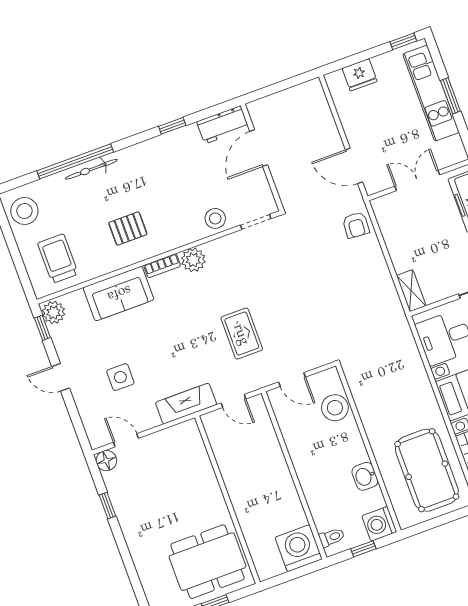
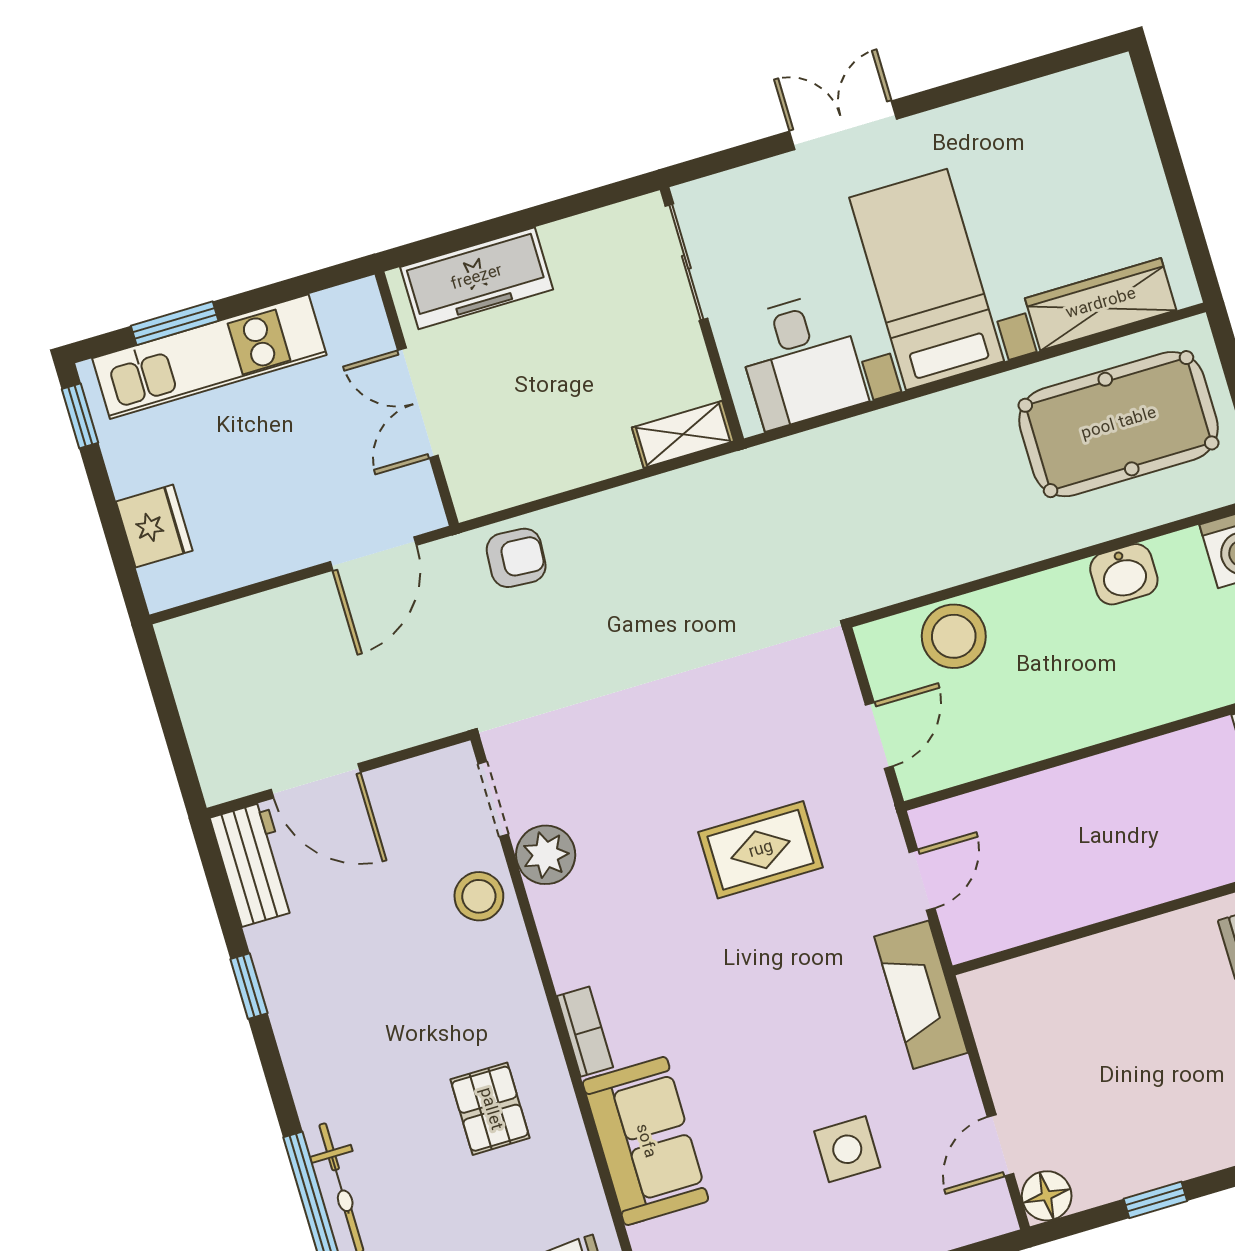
window: (450, 96) -> (175, 323), moved
plant: (193, 260) -> (546, 855), moved

